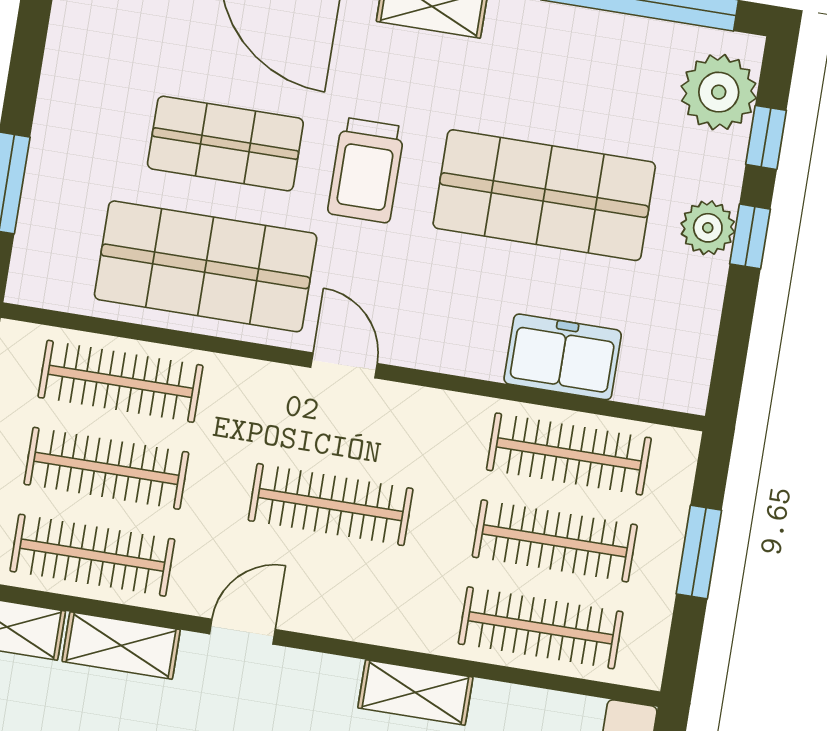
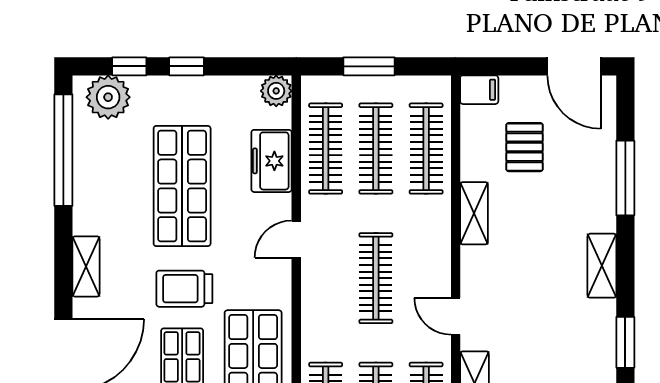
trolley: (366, 170) -> (184, 289), turned 180
plant: (708, 228) -> (276, 91), moved
door: (344, 365) -> (296, 239), moved

